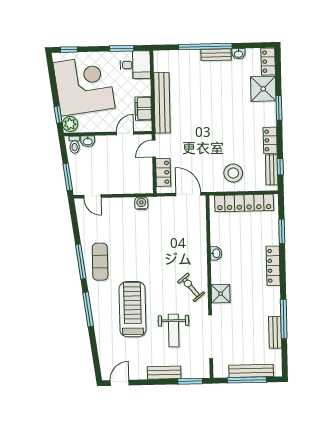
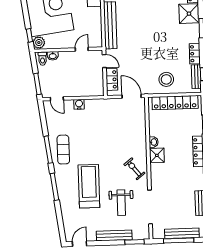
filing cabinet: (143, 108) -> (96, 30), removed
door: (154, 149) -> (104, 61), swing flipped
water cooler: (141, 203) -> (79, 104), moved
shower: (221, 294) -> (157, 155), moved
bench: (164, 373) -> (114, 235), width x1.36

